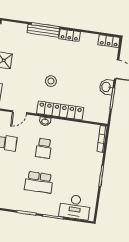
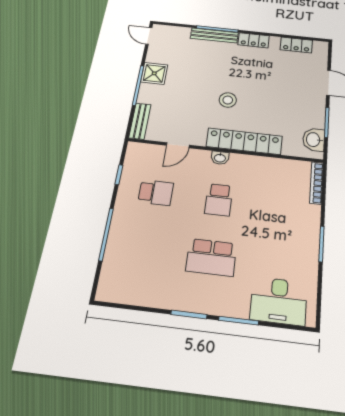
locker: (109, 41) -> (296, 45), moved
washbasin: (106, 87) -> (314, 140), moved

